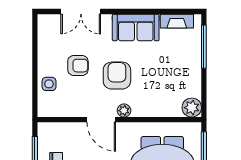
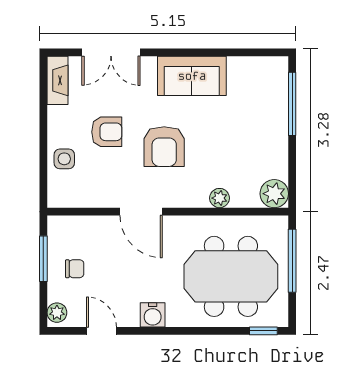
fireplace: (177, 21) -> (58, 80), moved, turned -90
armchair: (117, 76) -> (164, 147), turned 180
plant: (124, 111) -> (220, 198), moved

